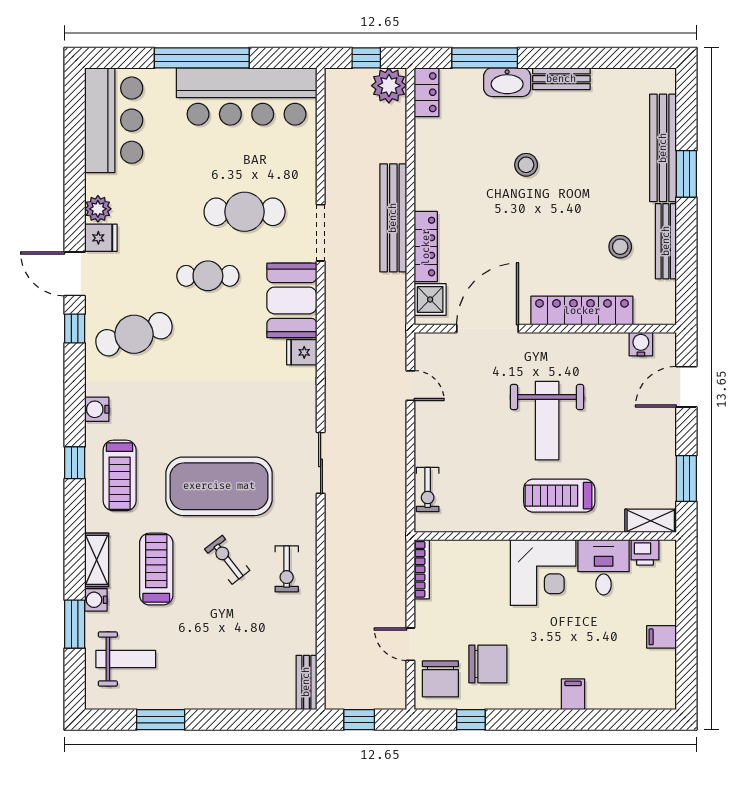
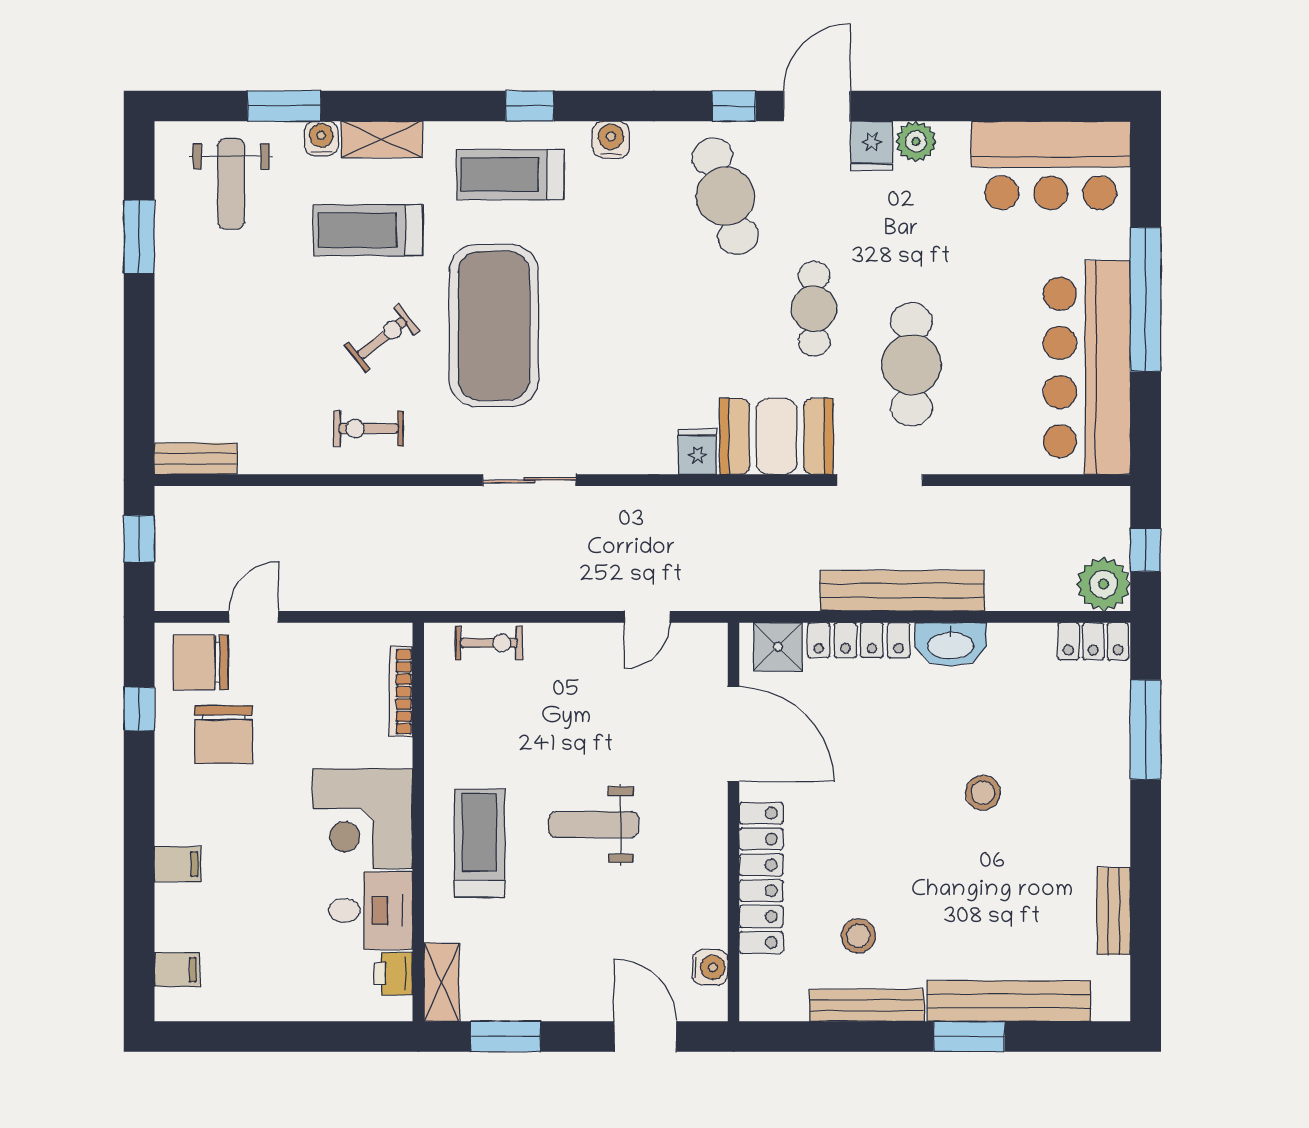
bench: (561, 79) -> (1114, 911), moved
washbasin: (507, 82) -> (951, 644), moved, turned -90
weight bench: (547, 421) -> (594, 825), width x0.73, depth x0.75
exercise bike: (428, 490) -> (489, 643), turned 180
treadmill: (156, 569) -> (368, 230), turned 180
bookcase: (422, 569) -> (401, 692), moved, turned 90
filing cabinet: (661, 637) -> (177, 970), moved, turned 90

